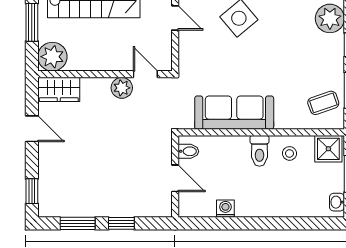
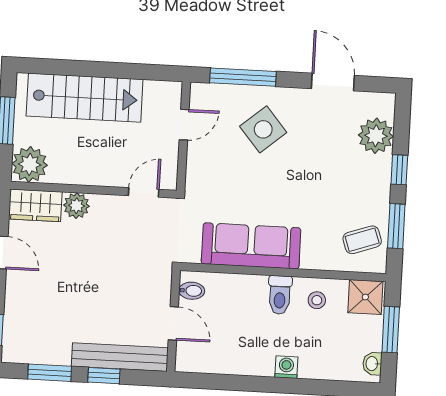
door: (175, 18) -> (184, 125), hinge flipped
door: (145, 74) -> (144, 192), hinge flipped
plant: (122, 88) -> (76, 206), moved
bench: (133, 208) -> (120, 357), added
washing machine: (225, 209) -> (286, 367), moved

